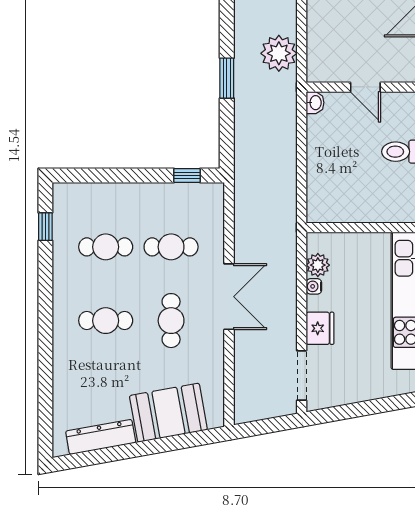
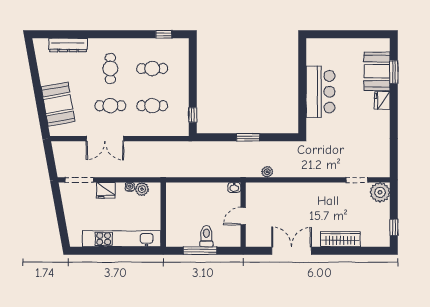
plant: (279, 53) -> (267, 172), width x0.53, depth x0.53
cafe table: (106, 247) -> (152, 68), turned 90
cafe table: (171, 247) -> (152, 106), turned 90
double door: (229, 297) -> (105, 139), moved
dresser: (101, 437) -> (68, 45), moved, turned 100

